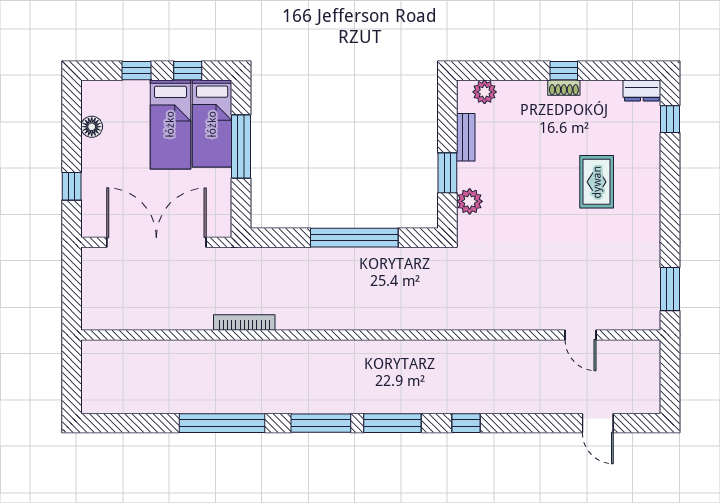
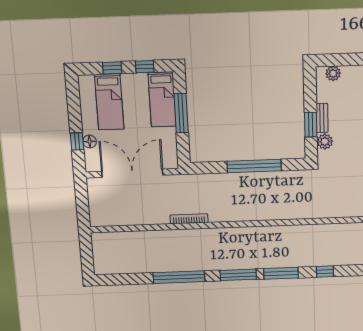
bed: (170, 124) -> (109, 102), moved
floor lamp: (92, 127) -> (90, 142), moved
bench: (466, 137) -> (322, 118), moved

